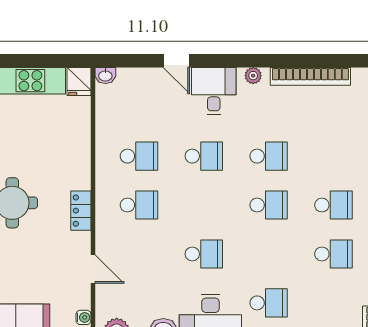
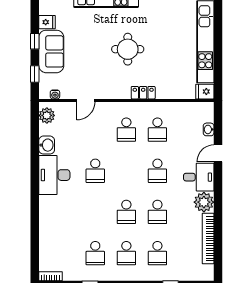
washbasin: (105, 76) -> (209, 129), moved
plant: (253, 76) -> (204, 202), width x1.88, depth x1.88
locker: (81, 211) -> (143, 93), moved
school desk: (269, 303) -> (157, 253), moved

